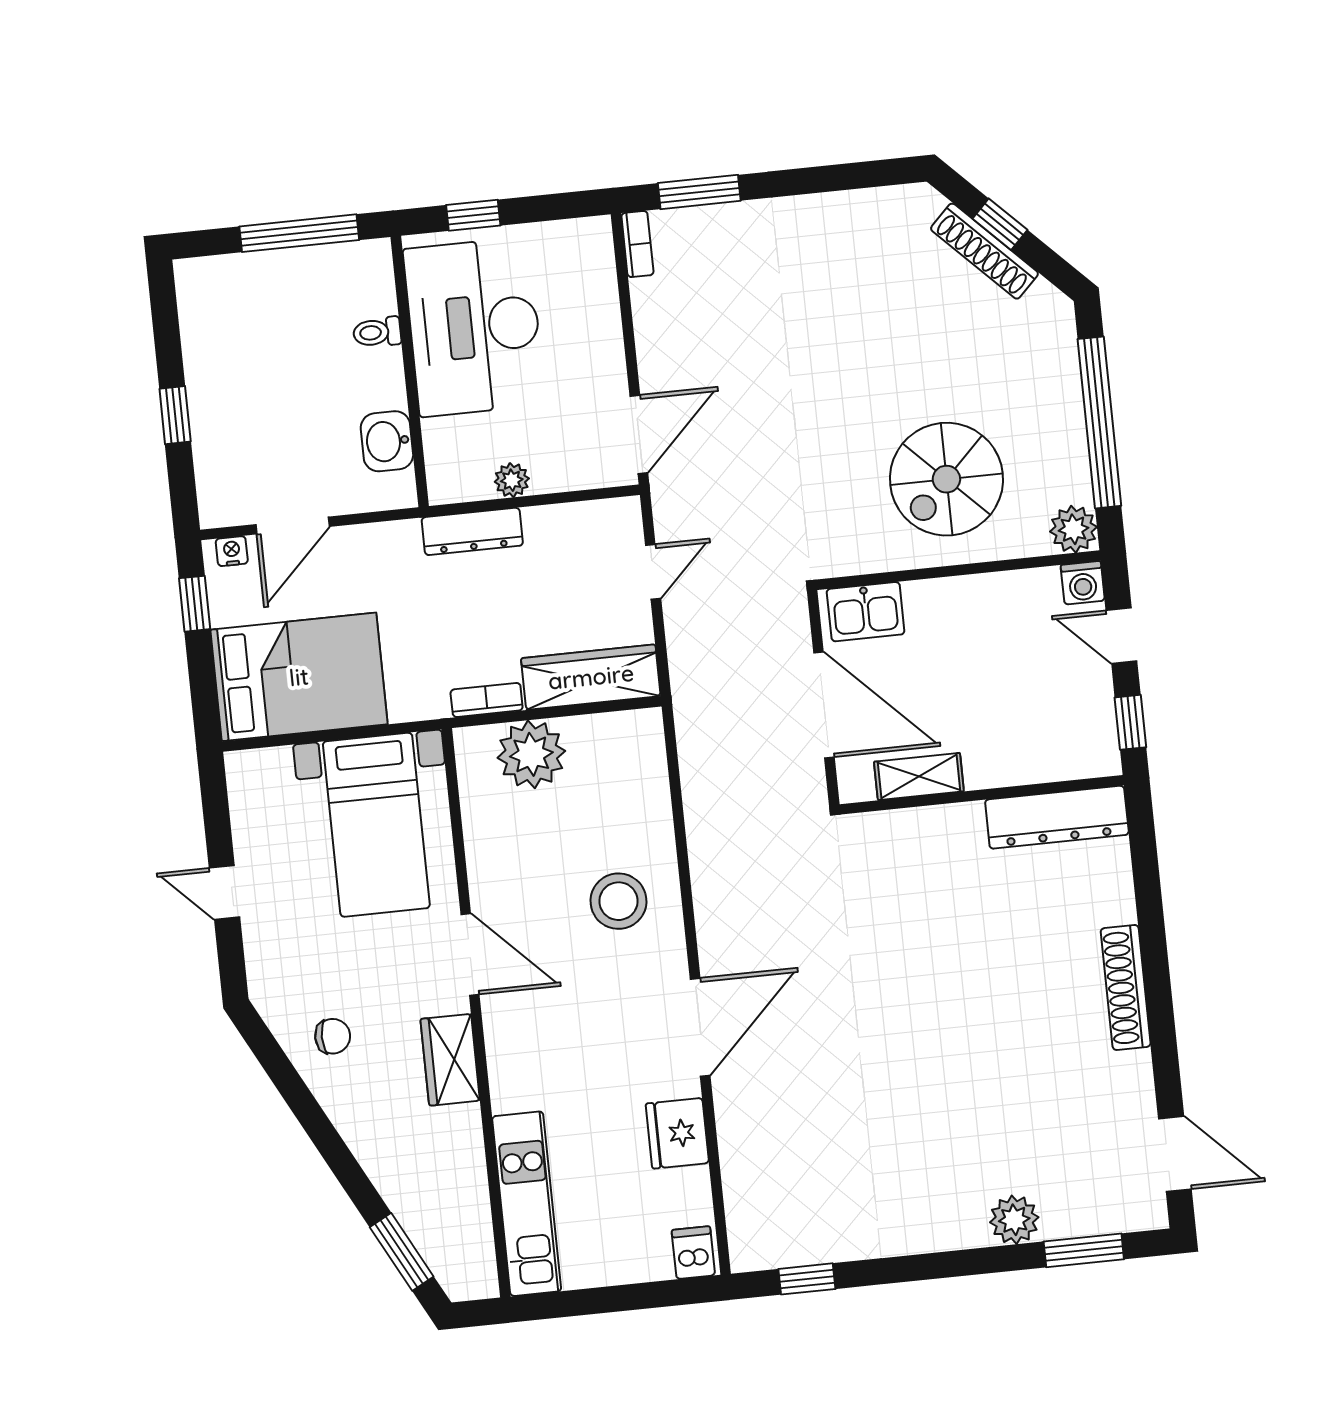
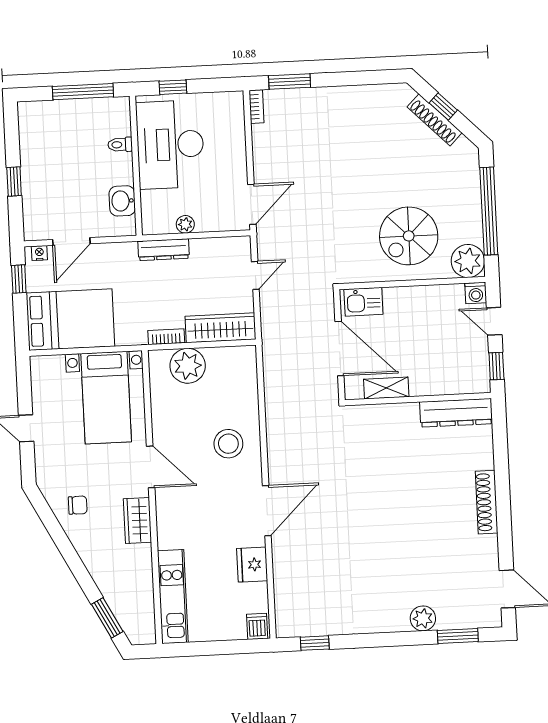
plant: (1074, 529) -> (468, 261), width x1.36, depth x1.36

